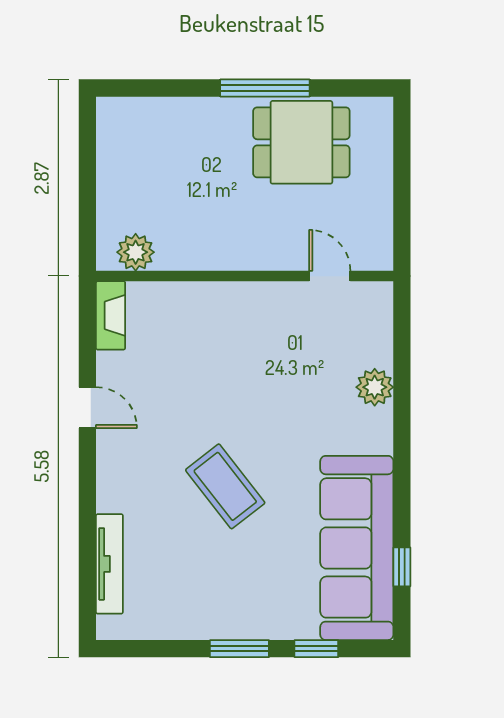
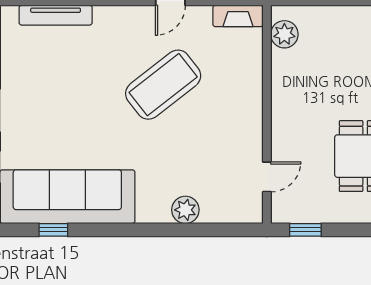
window: (402, 224) -> (305, 230), added
coffee table: (225, 486) -> (163, 85), moved, width x1.36, depth x1.32

